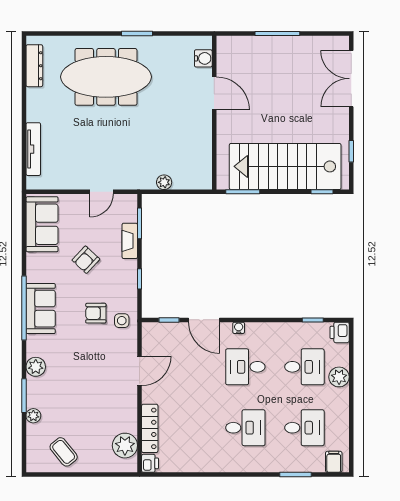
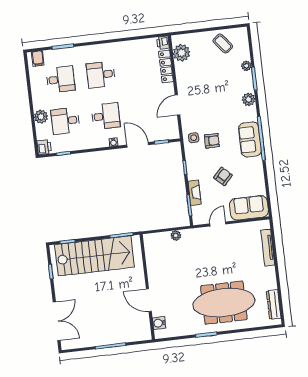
sofa: (42, 224) -> (249, 208), moved, turned 90
desk: (304, 428) -> (60, 79), turned 180

